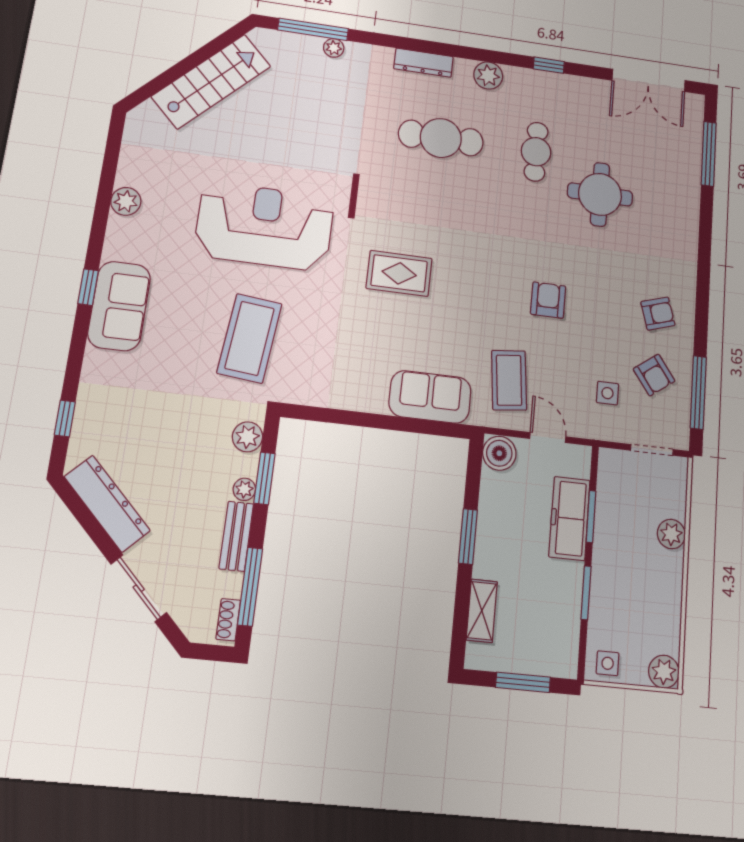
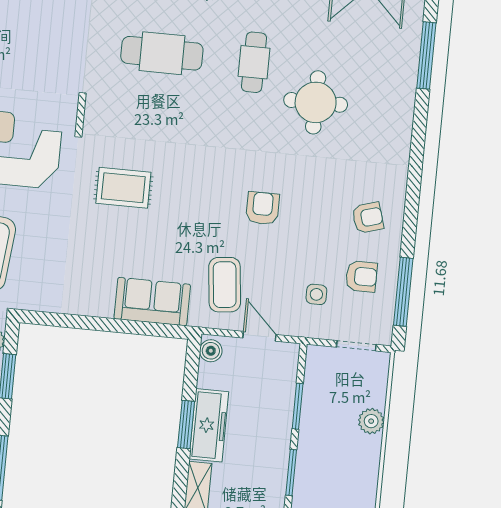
armchair: (654, 375) -> (361, 276), turned -54
boiler: (499, 453) -> (211, 351), width x0.73, depth x0.73
freezer: (570, 518) -> (209, 425), moved, turned 180

